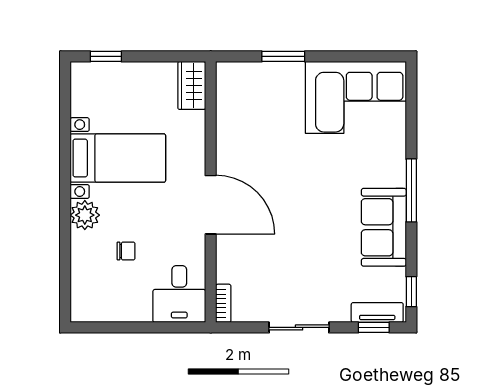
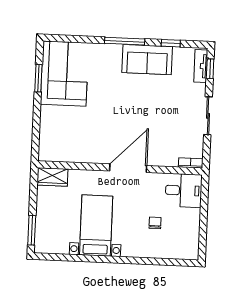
window: (106, 56) -> (32, 230), width x1.50
window: (283, 56) -> (38, 78), moved
plant: (85, 215) -> (131, 248), removed
window: (411, 292) -> (171, 43), moved

